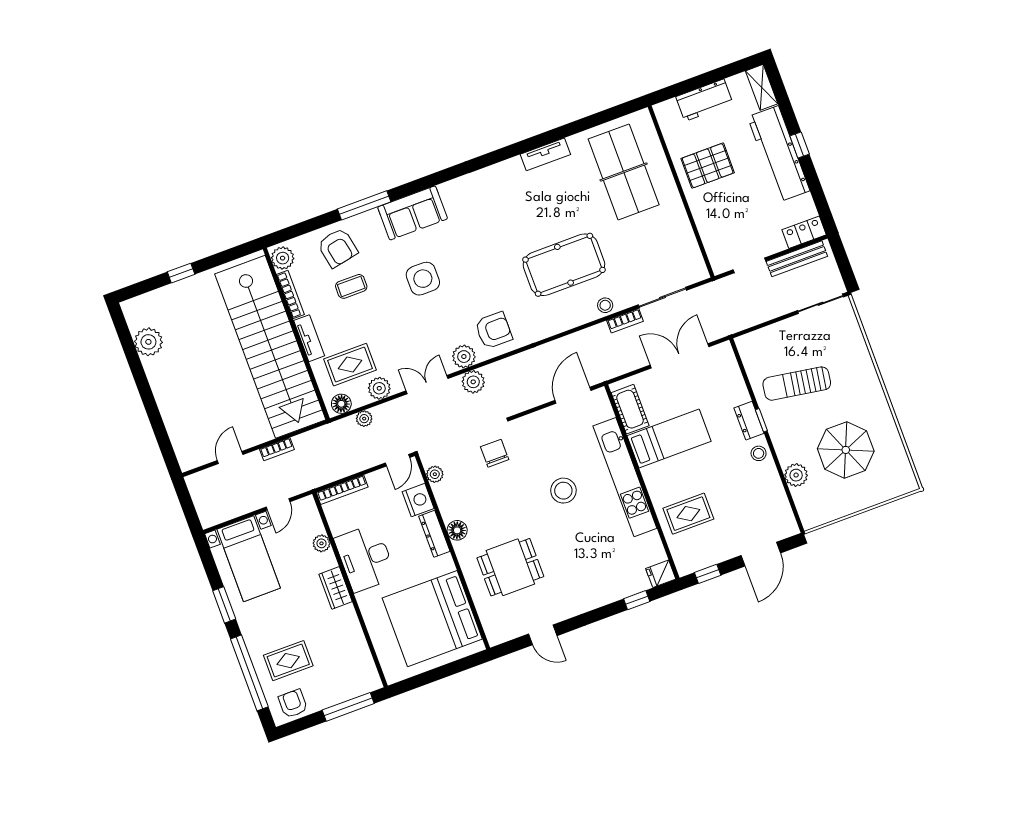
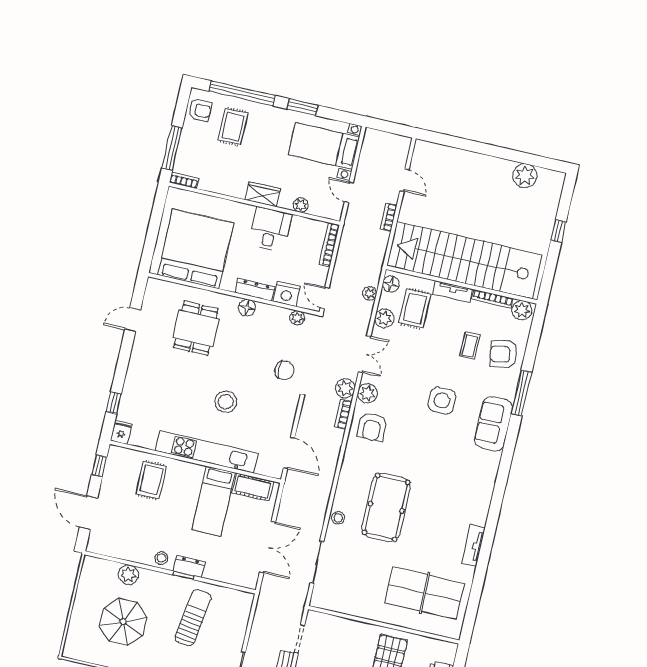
bookcase: (625, 321) -> (343, 414), moved
desk: (365, 558) -> (270, 229), width x0.73
bookcase: (372, 674) -> (184, 180), added

